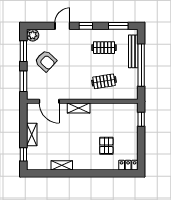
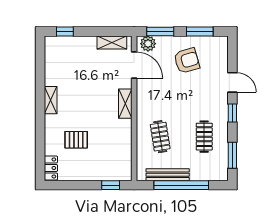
plant: (33, 35) -> (148, 44), moved
bench: (133, 51) -> (168, 175), moved
armchair: (46, 61) -> (187, 61), turned -149
door: (49, 101) -> (134, 65), swing flipped
shelving: (32, 134) -> (112, 42), moved
shelving: (62, 165) -> (51, 100), moved

